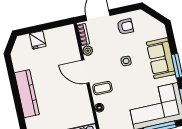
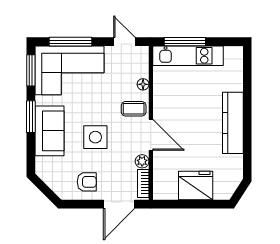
armchair: (125, 27) -> (87, 182), turned 180
fridge: (38, 40) -> (196, 186), width x1.88, depth x1.34
side table: (126, 61) -> (95, 137), width x1.87, depth x1.87

